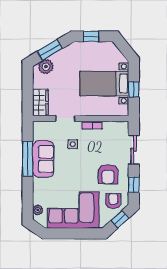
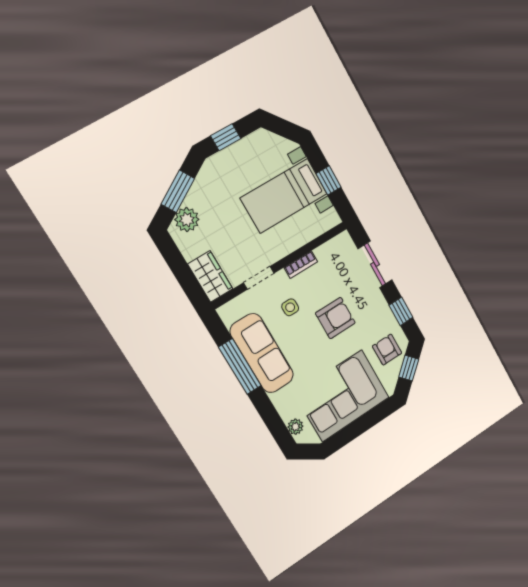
sofa: (43, 159) -> (262, 353), width x1.36
armchair: (108, 174) -> (335, 318), moved, turned -90

